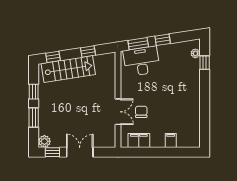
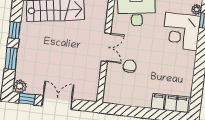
corner desk: (184, 75) -> (181, 31), added
double door: (118, 112) -> (106, 47), moved
filing cabinet: (139, 140) -> (177, 104), moved

